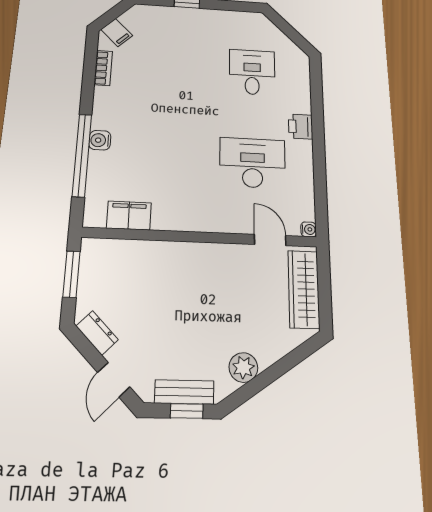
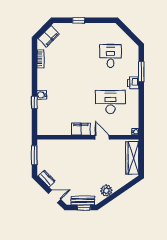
filing cabinet: (117, 33) -> (49, 36), width x2.00
window: (317, 105) -> (141, 72), added
window: (82, 155) -> (34, 102), width x0.32
filing cabinet: (129, 215) -> (81, 129), moved
door: (270, 240) -> (102, 137), moved
door: (114, 380) -> (54, 196), swing flipped

